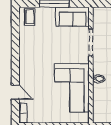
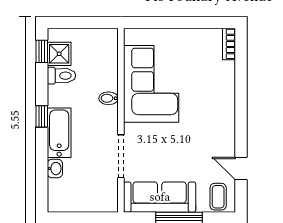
sofa: (72, 17) -> (160, 197), width x1.36
door: (15, 92) -> (241, 169), moved

